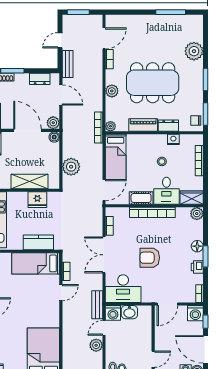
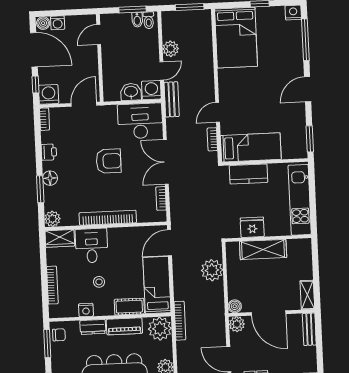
plant: (110, 126) -> (160, 329), width x1.88, depth x1.88
cot: (141, 198) -> (129, 307), moved
double door: (104, 255) -> (166, 162), swing flipped
window: (206, 256) -> (40, 189), moved

